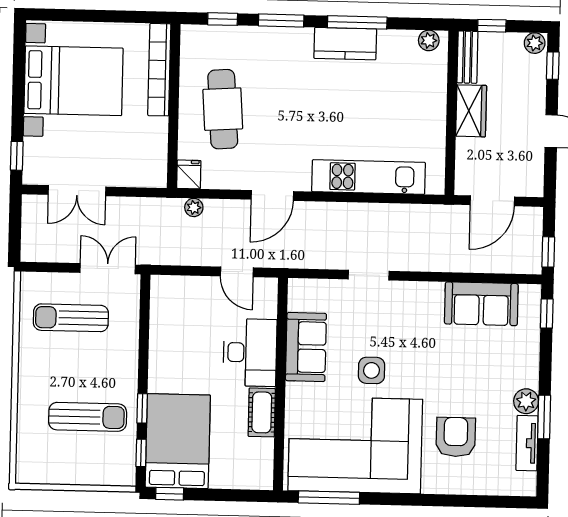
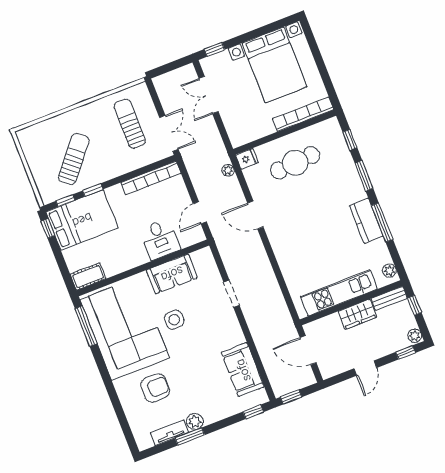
kitchen unit: (369, 177) -> (339, 293), moved, turned -90
bookcase: (159, 320) -> (151, 178), added
desk: (250, 352) -> (160, 239), width x0.73
cot: (262, 412) -> (88, 276), moved
sun lounger: (88, 417) -> (74, 159), turned -140

